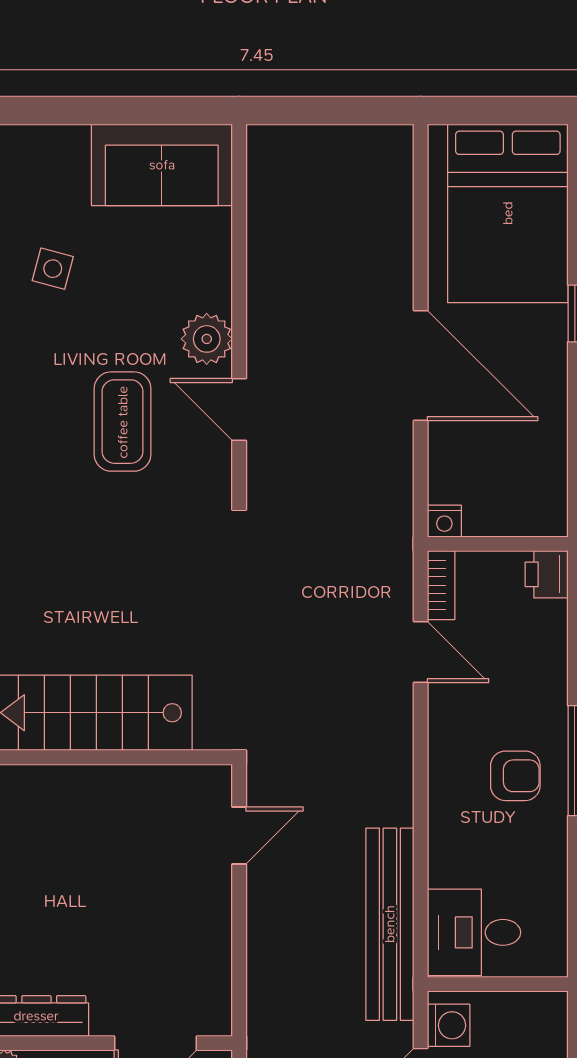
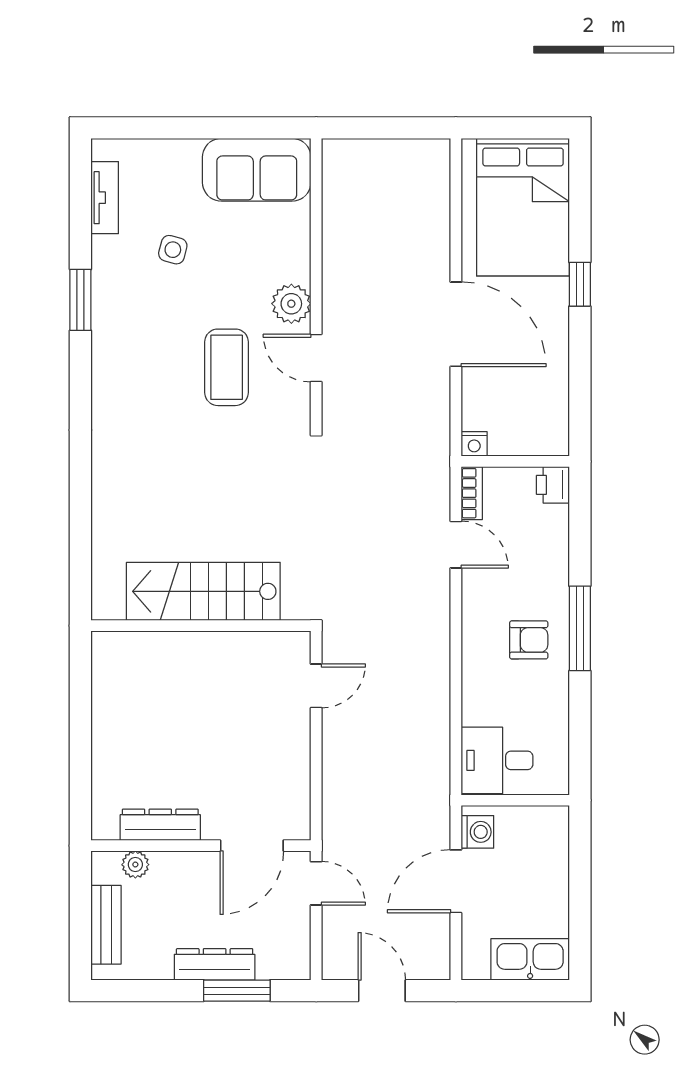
bench: (390, 924) -> (432, 754), removed

